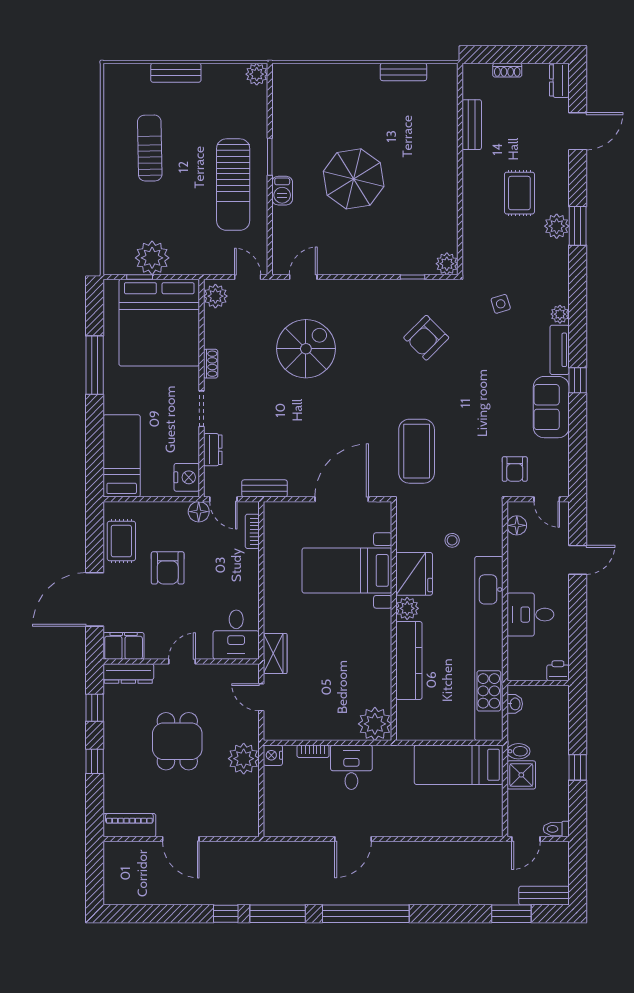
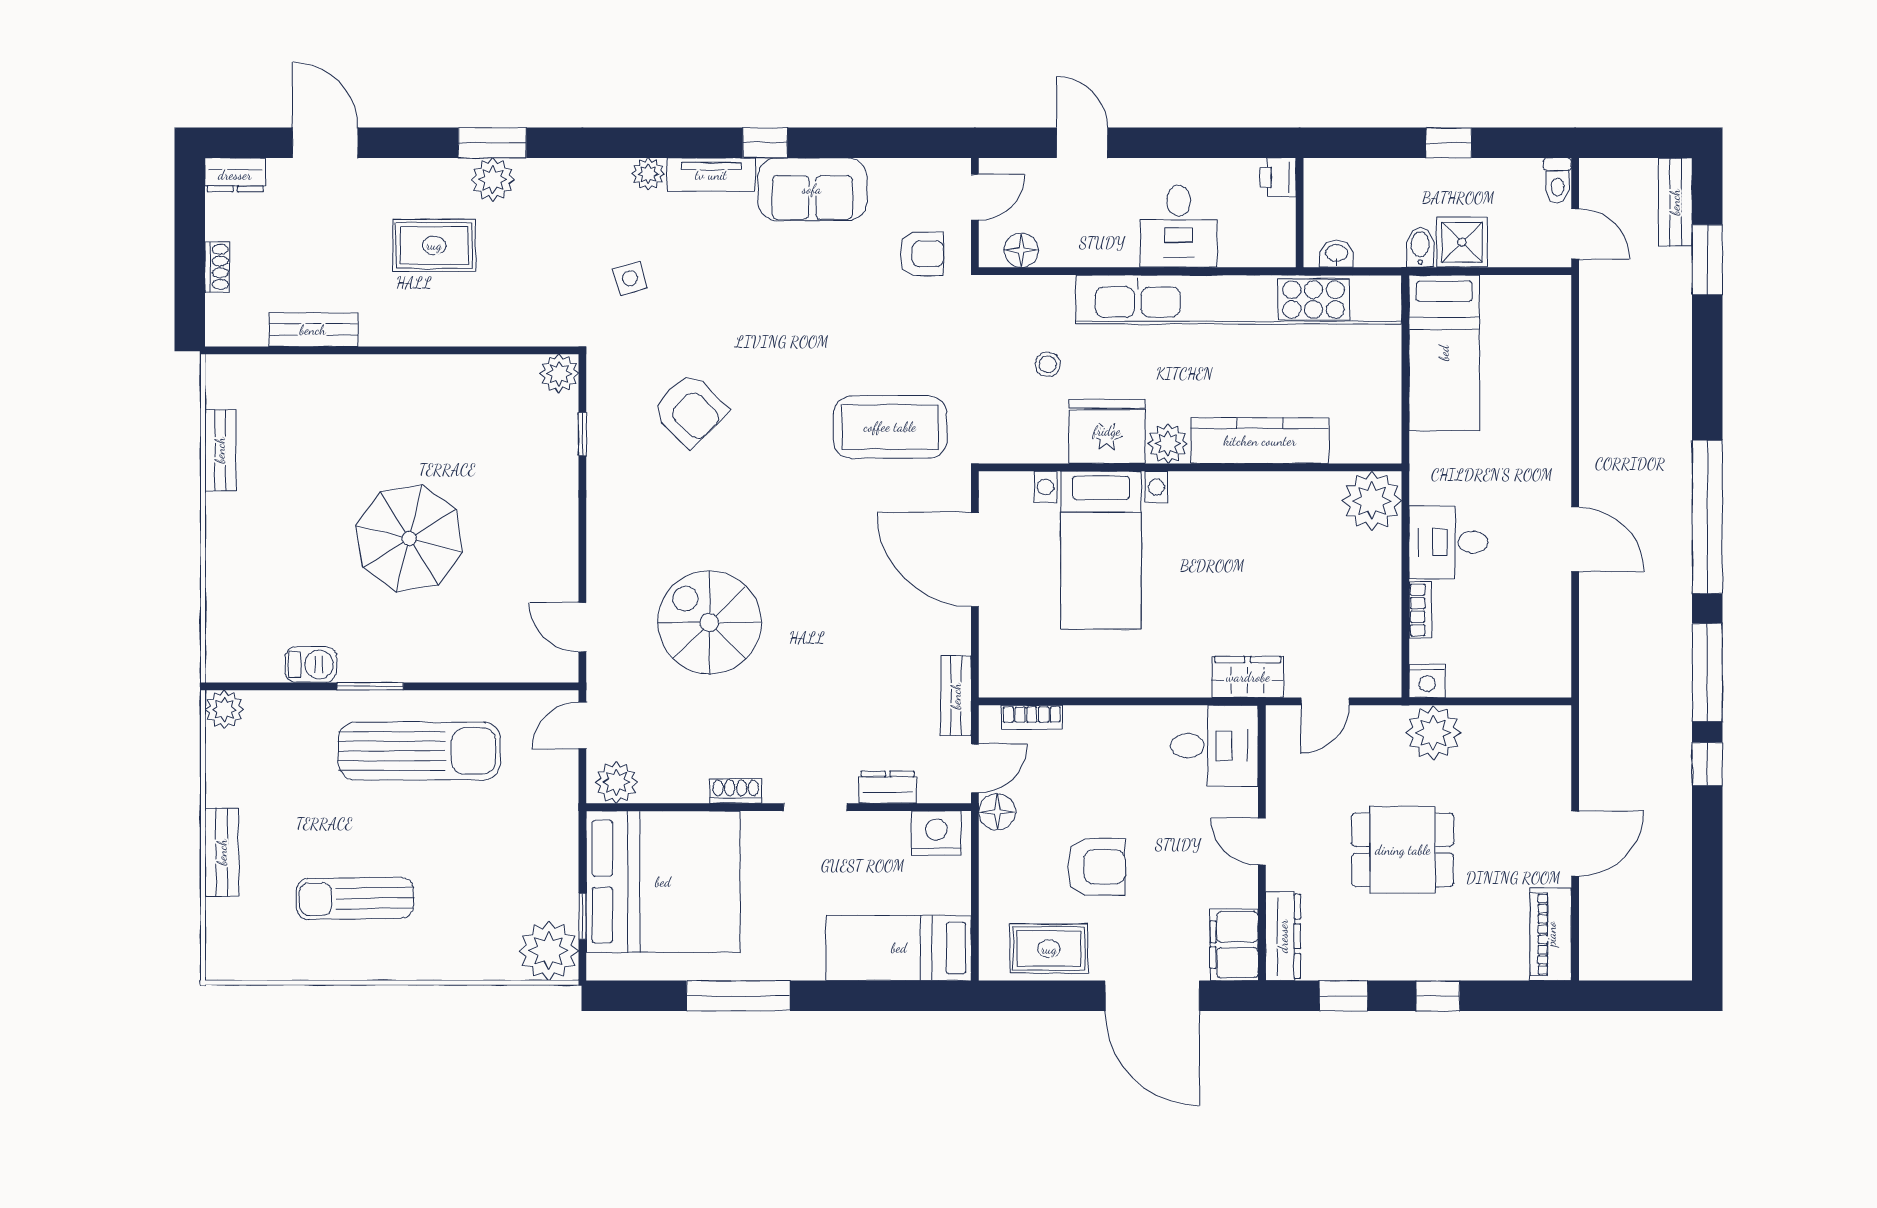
barbecue: (282, 191) -> (311, 664), moved
plant: (152, 258) -> (549, 951), moved

